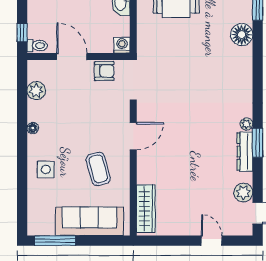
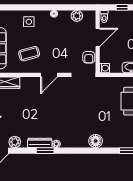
window: (22, 33) -> (122, 7), moved
floor lamp: (242, 35) -> (96, 141), moved
door: (133, 136) -> (49, 75), hinge flipped

